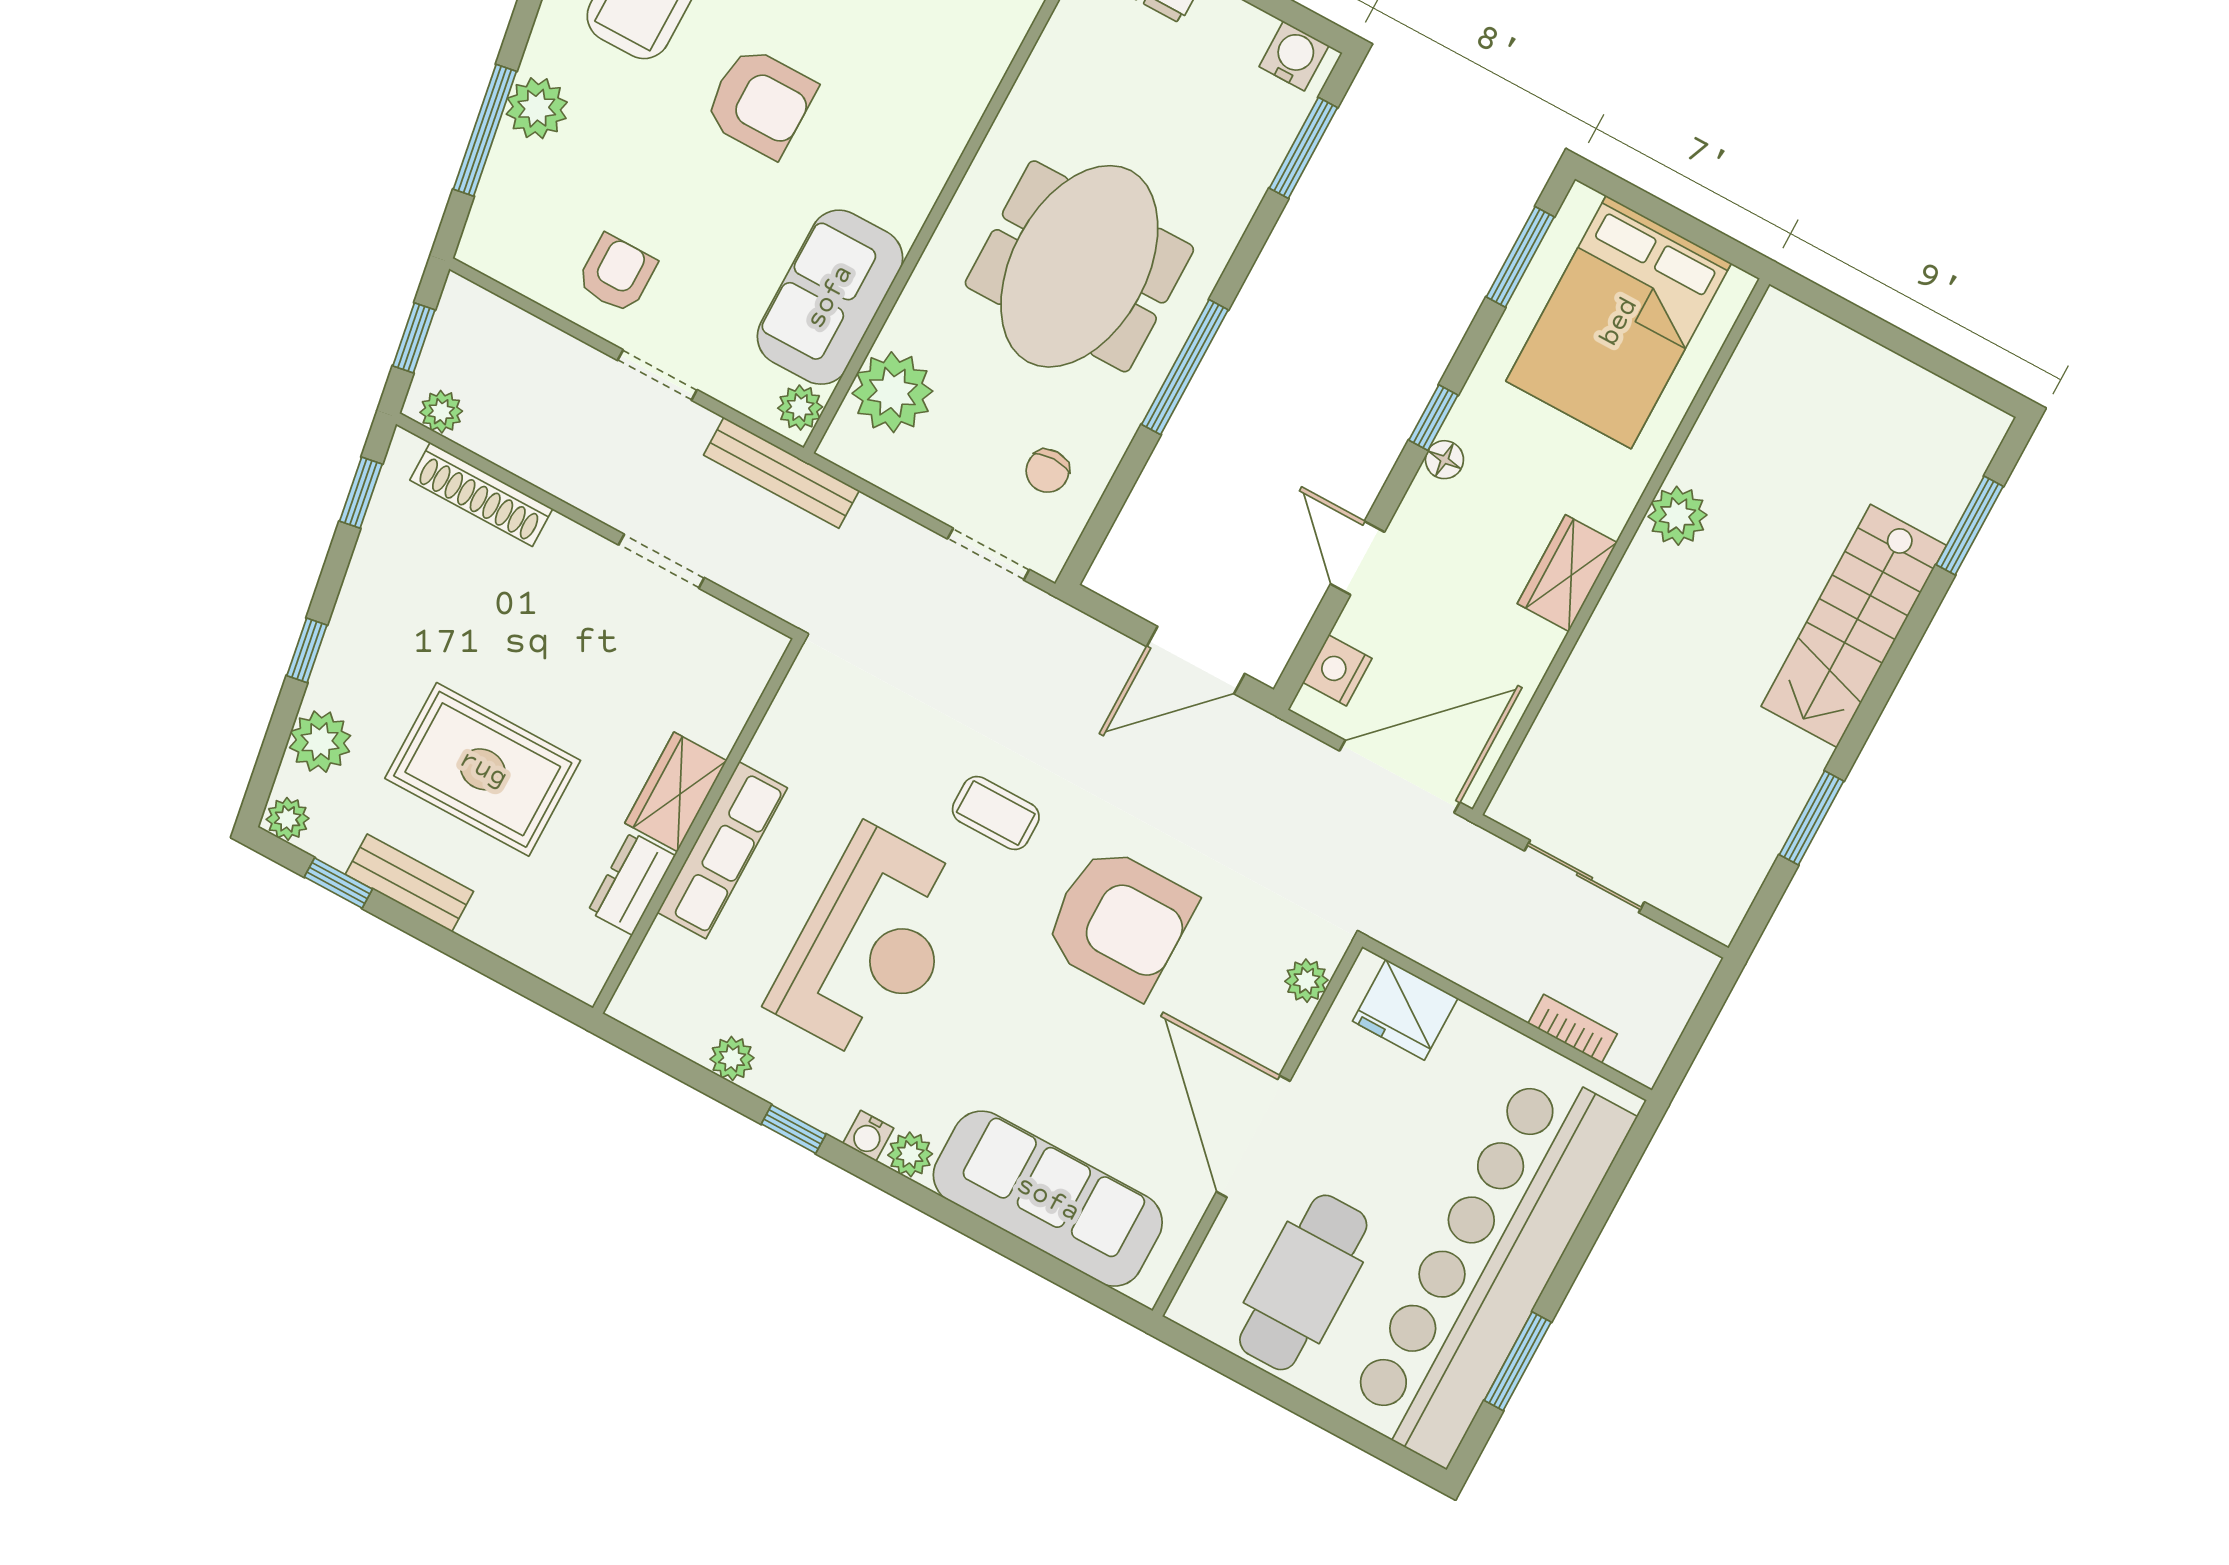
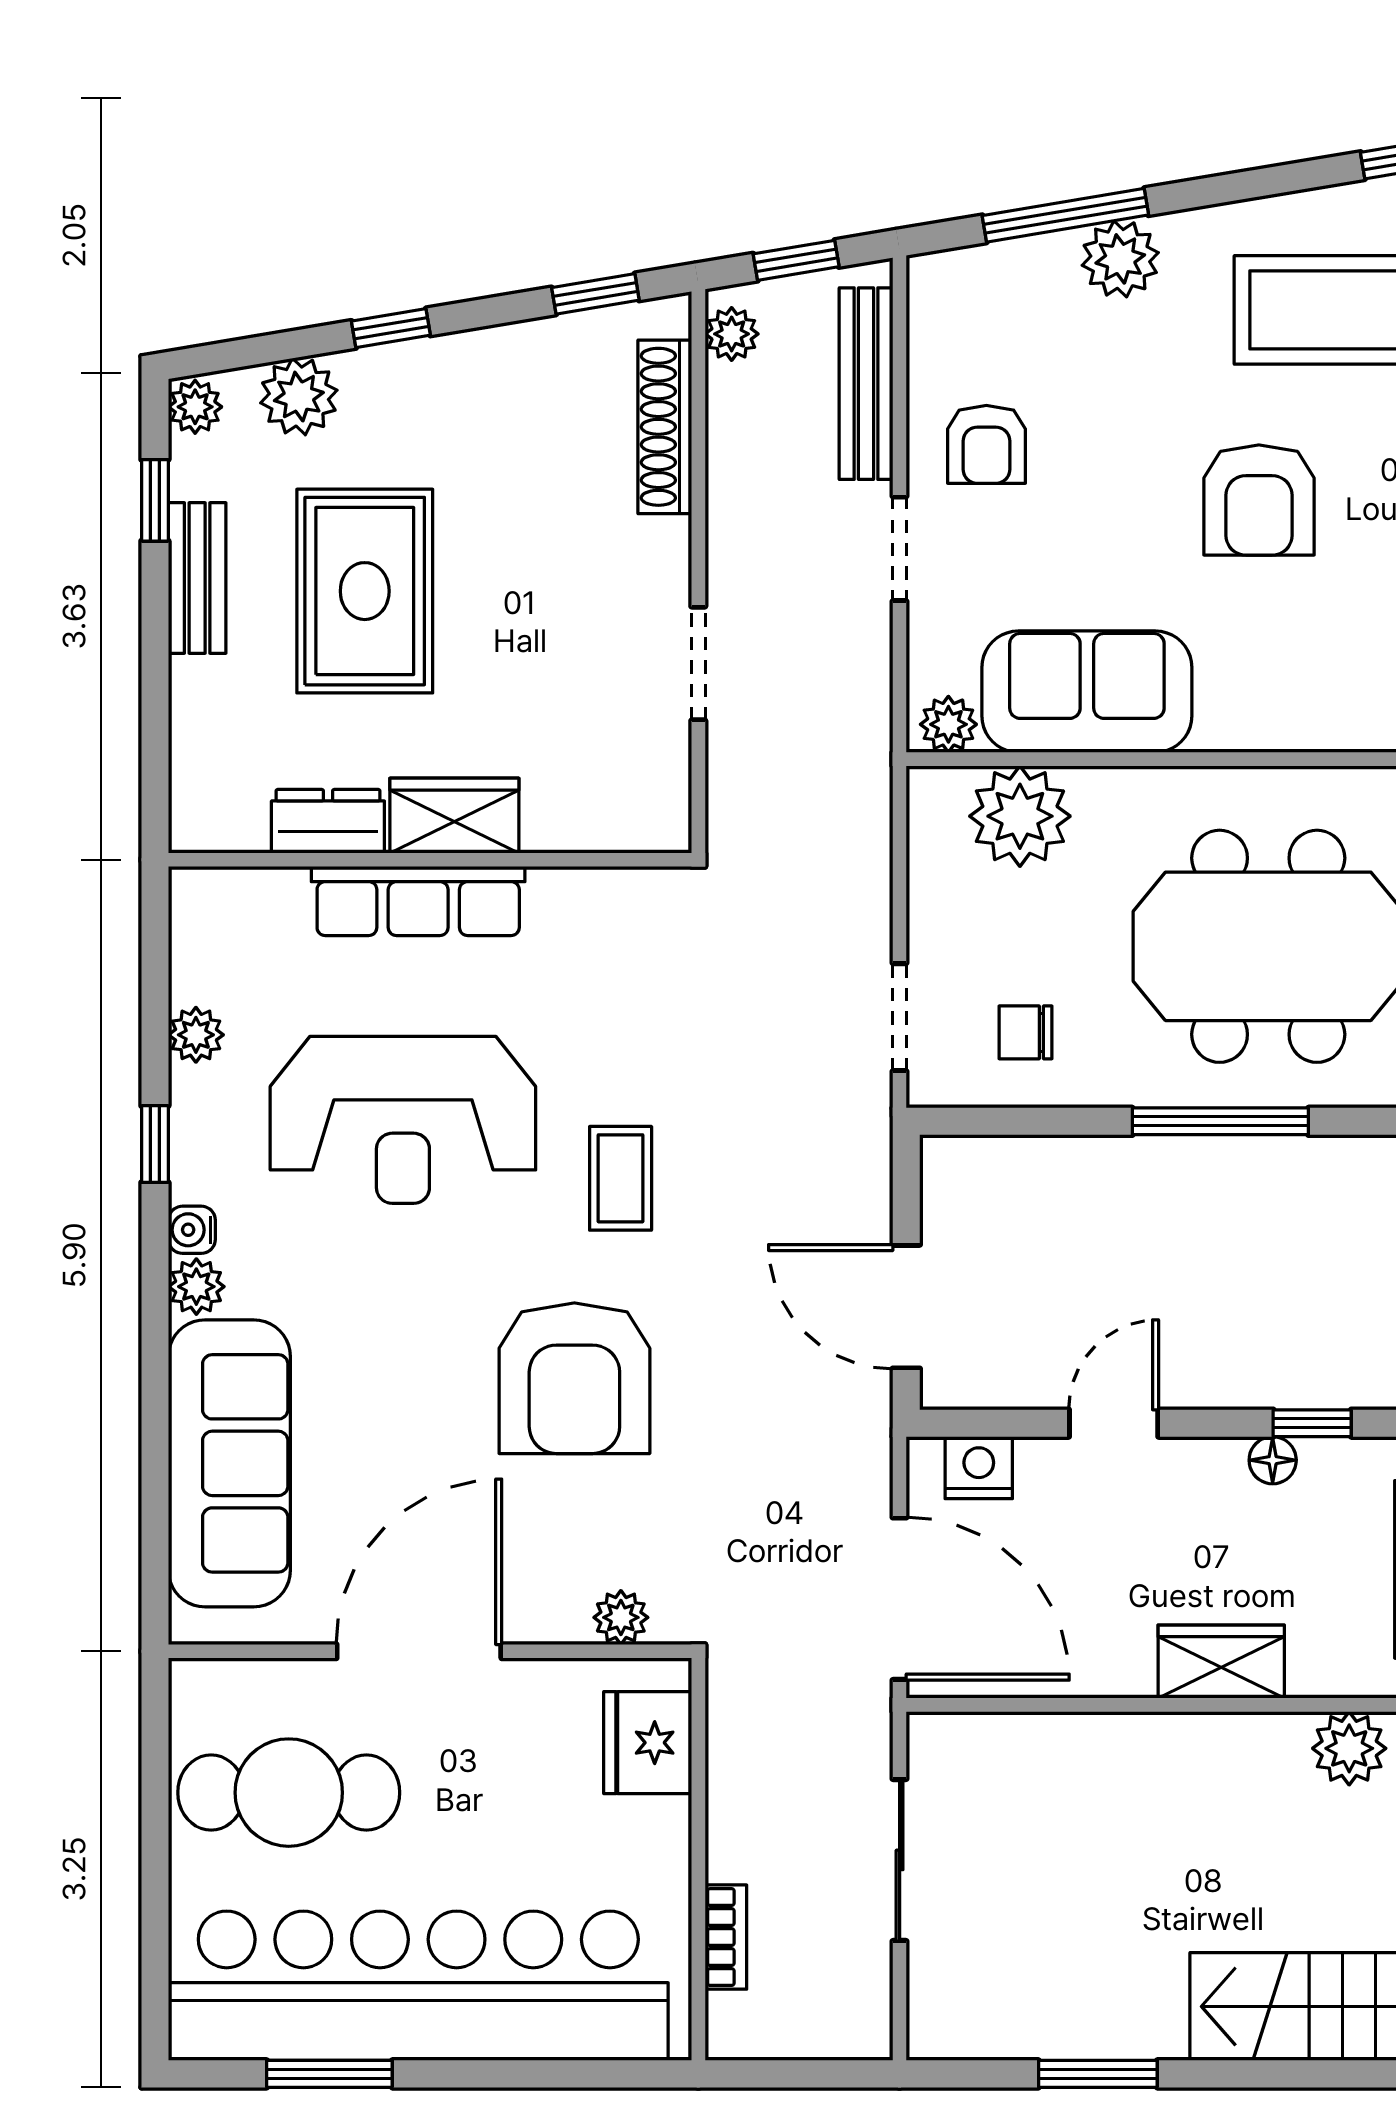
armchair: (617, 274) -> (986, 444), turned 90
bench: (781, 473) -> (866, 384), moved

